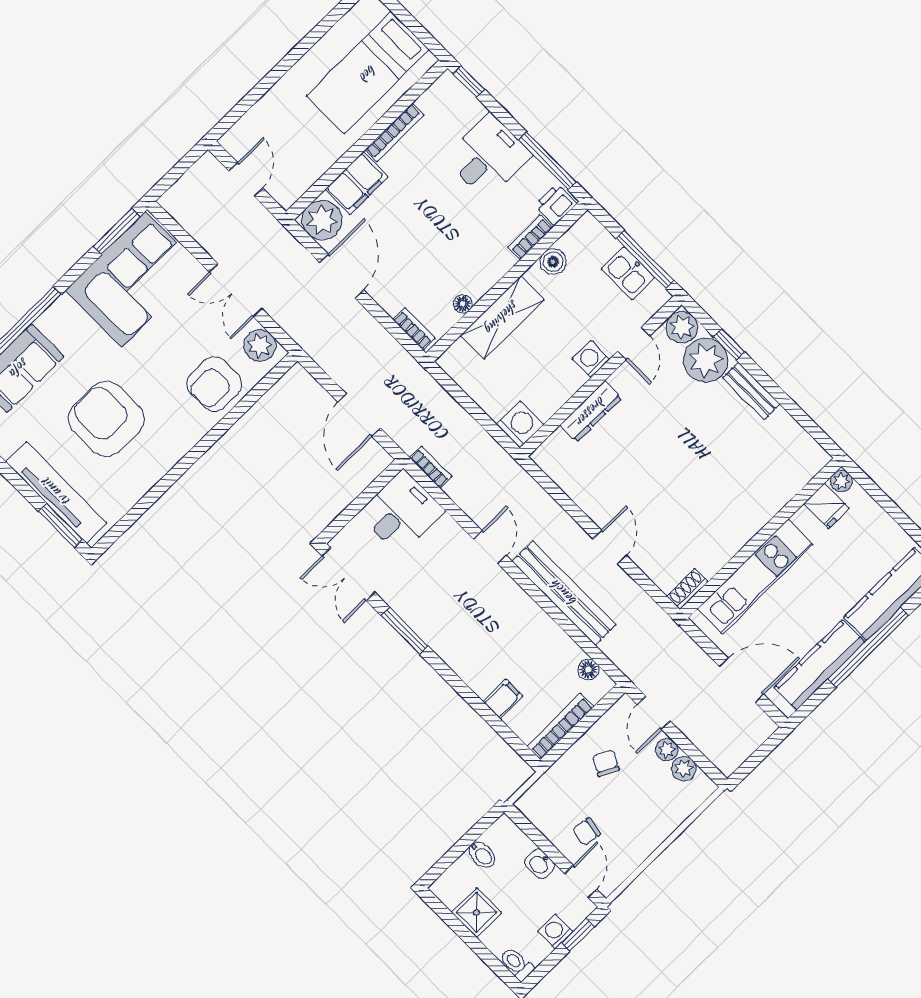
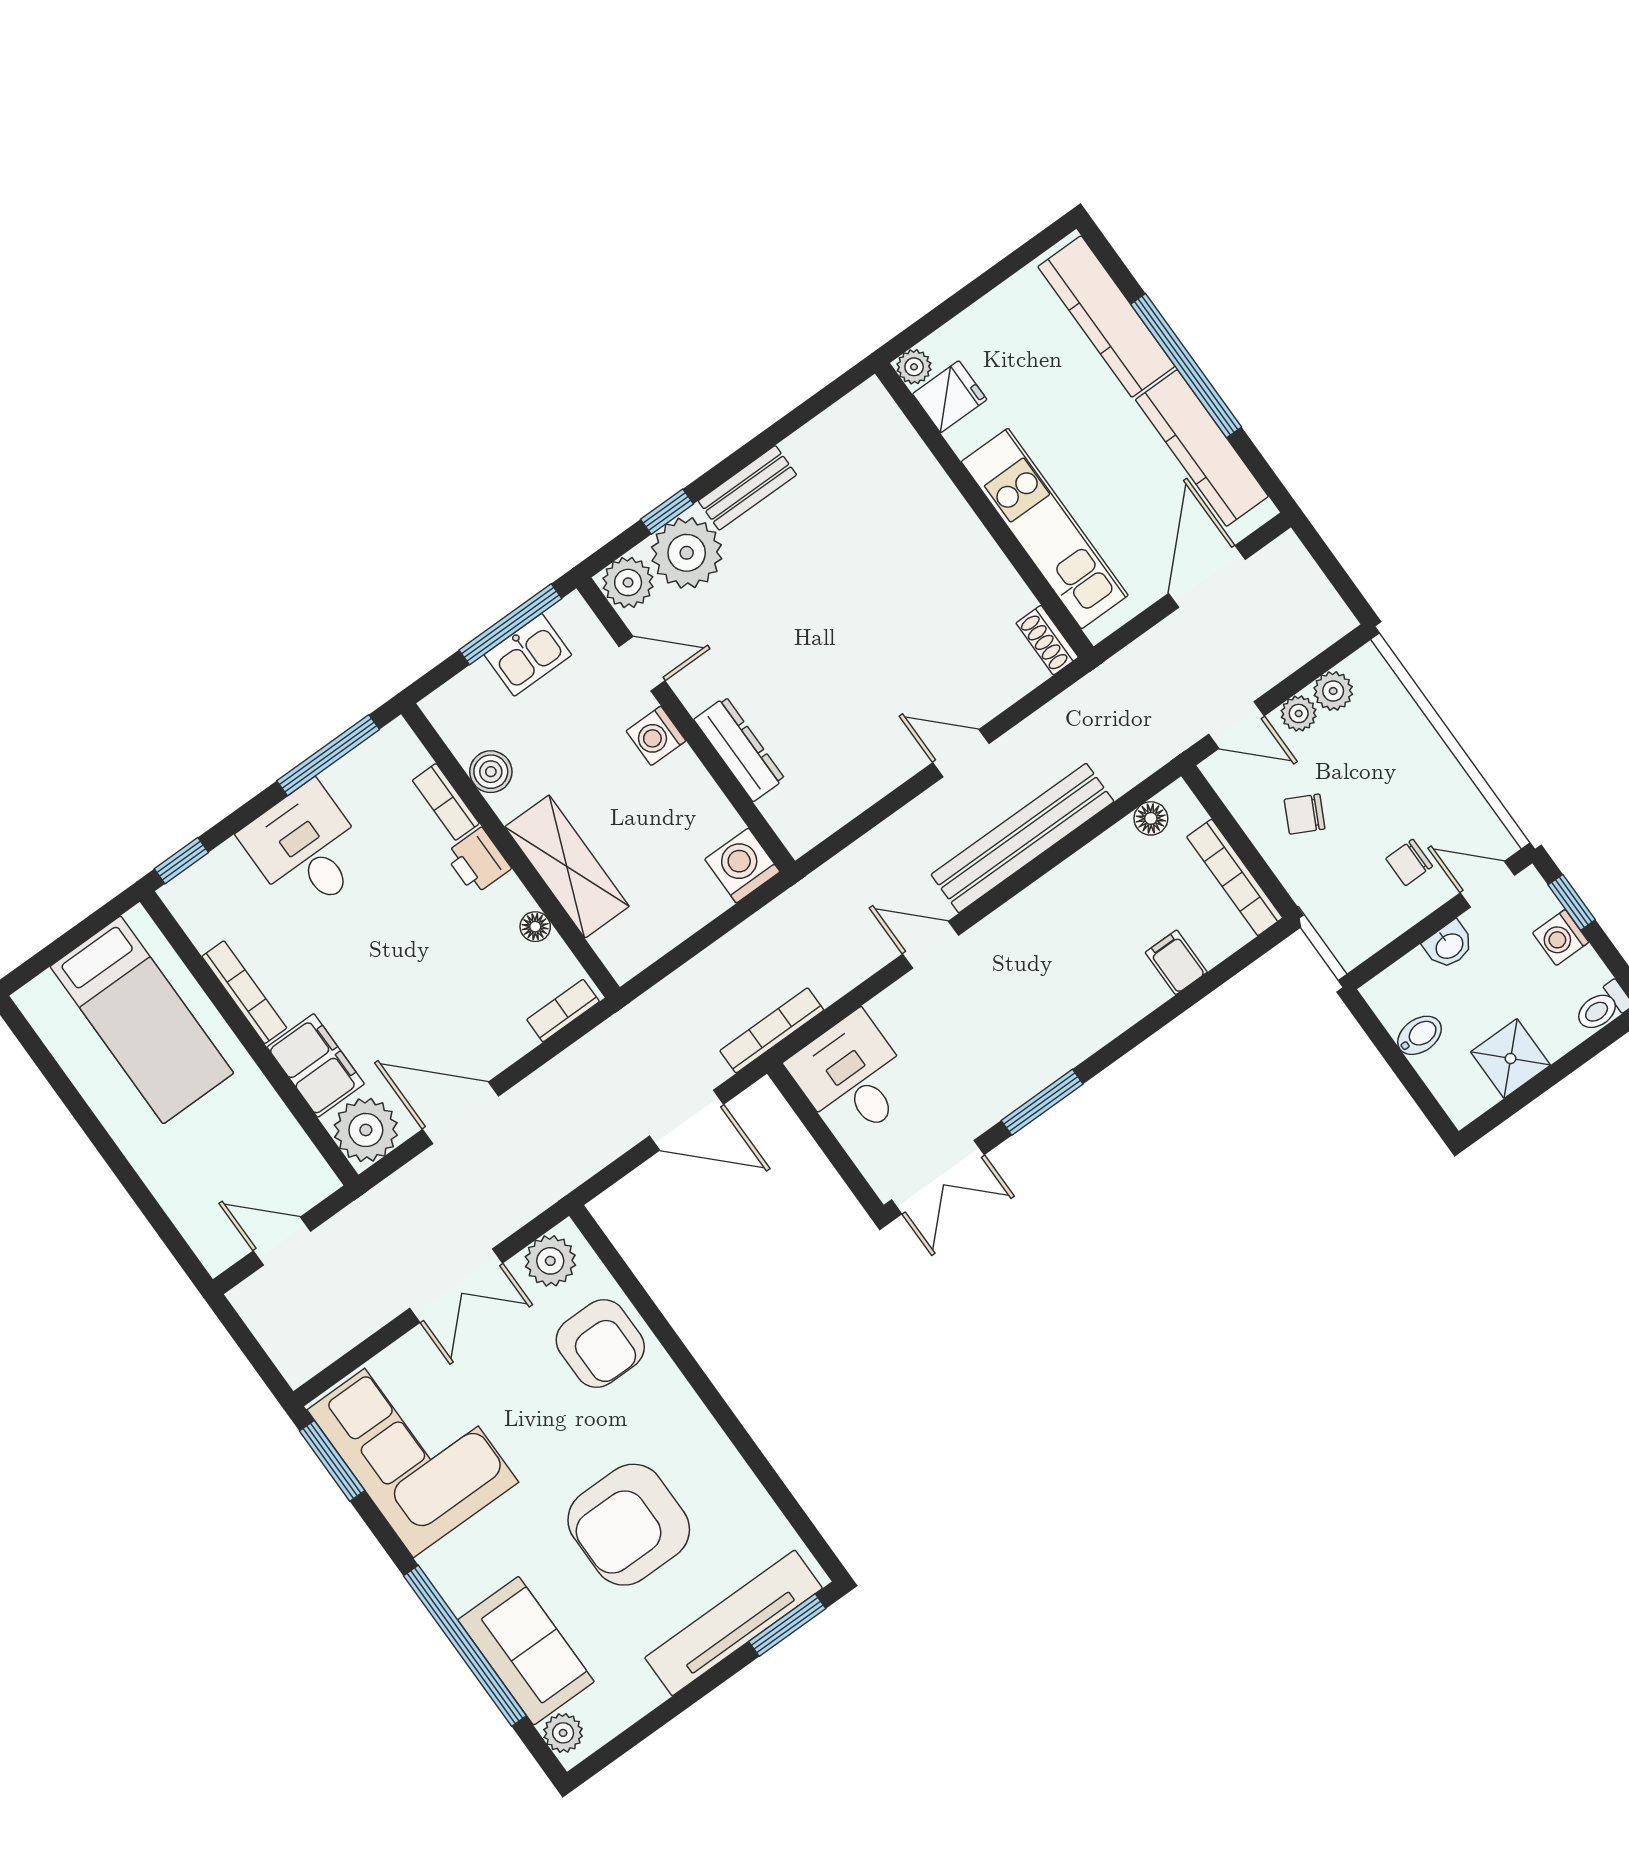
printer: (556, 204) -> (478, 861), moved
bookcase: (431, 467) -> (772, 1030), width x1.56
chair: (586, 832) -> (1409, 862), turned 80

